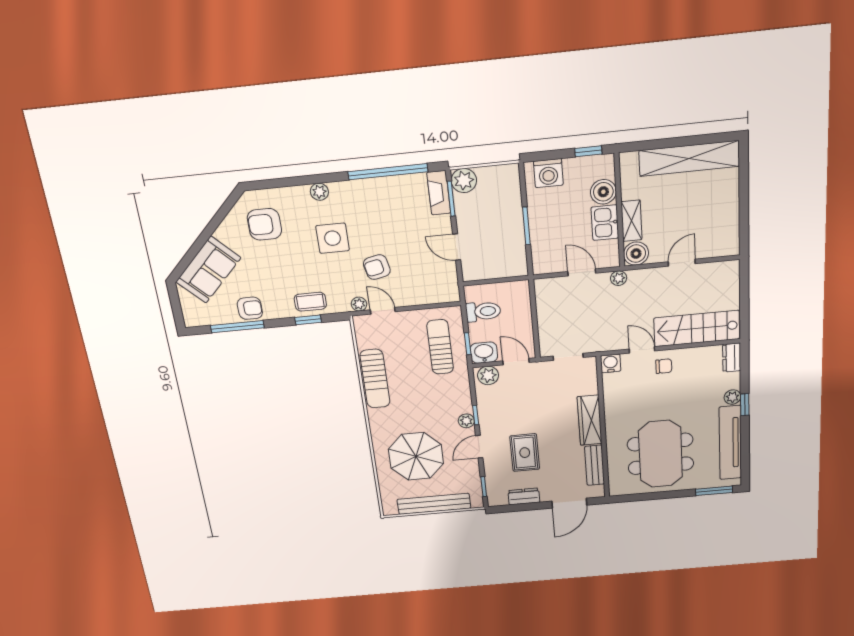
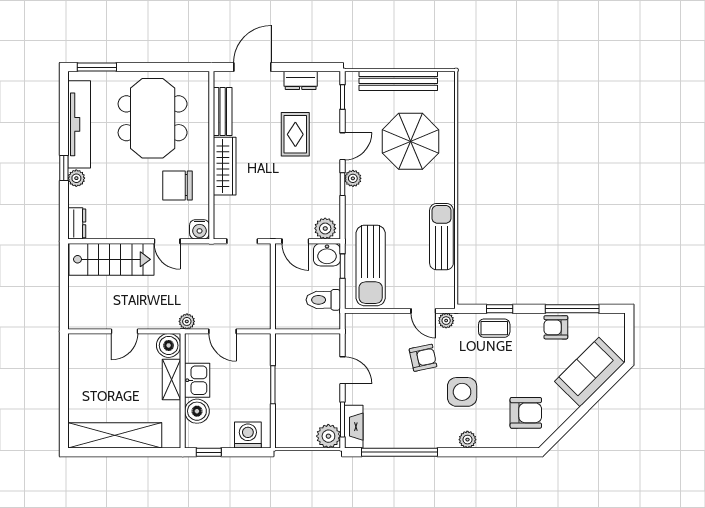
sun lounger: (440, 347) -> (371, 266), width x1.36, depth x1.34
chair: (664, 366) -> (177, 185), moved, width x1.87, depth x1.87

